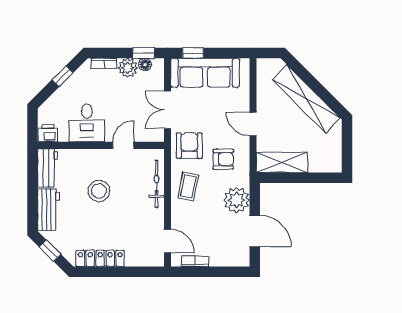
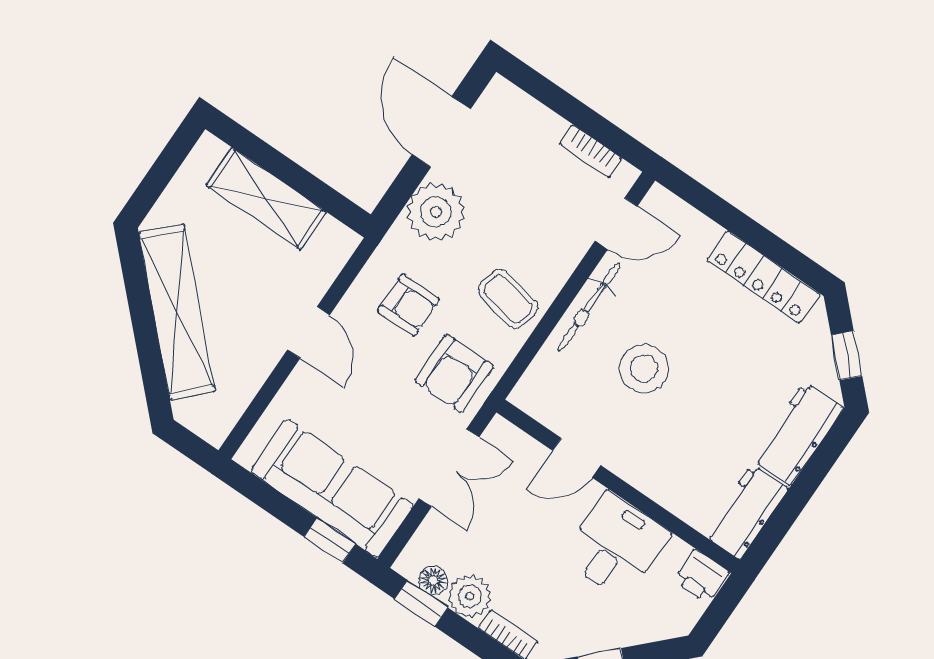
armchair: (223, 159) -> (409, 305), turned 180
shelving: (282, 163) -> (266, 199), moved
bicycle: (157, 184) -> (589, 307), moved
coffee table: (188, 186) -> (508, 299), turned 90
stool: (99, 191) -> (644, 368), moved
door: (168, 241) -> (616, 224), swing flipped

